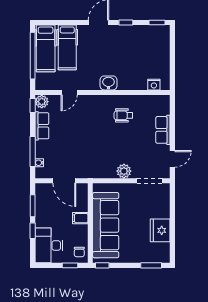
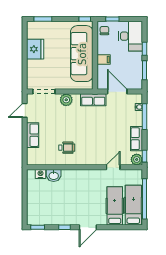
washbasin: (108, 83) -> (54, 175), moved
row of seats: (92, 171) -> (93, 100), added

